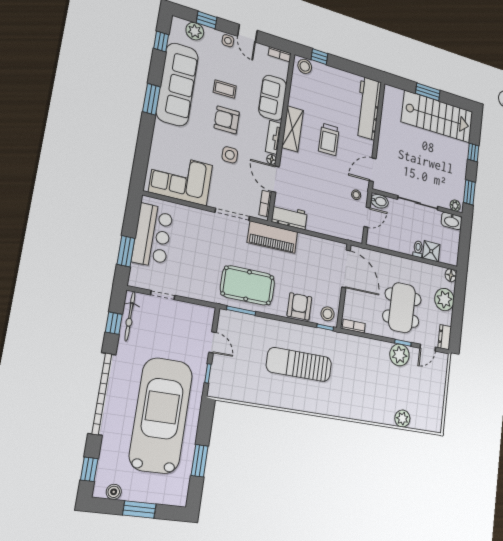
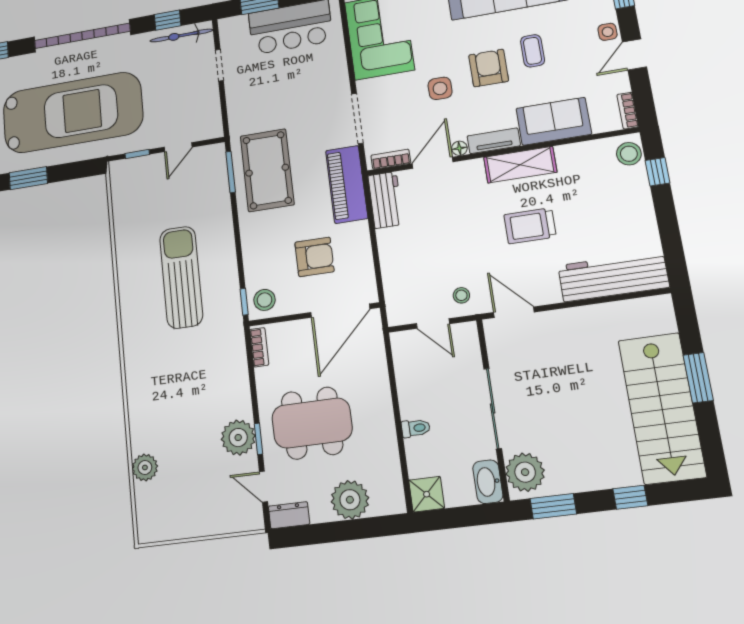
bidet: (379, 201) -> (467, 338), removed
plant: (455, 206) -> (525, 472), width x1.88, depth x1.88
shower: (431, 251) -> (427, 494), moved
floor lamp: (451, 275) -> (394, 503), removed
armchair: (299, 306) -> (314, 257), moved

